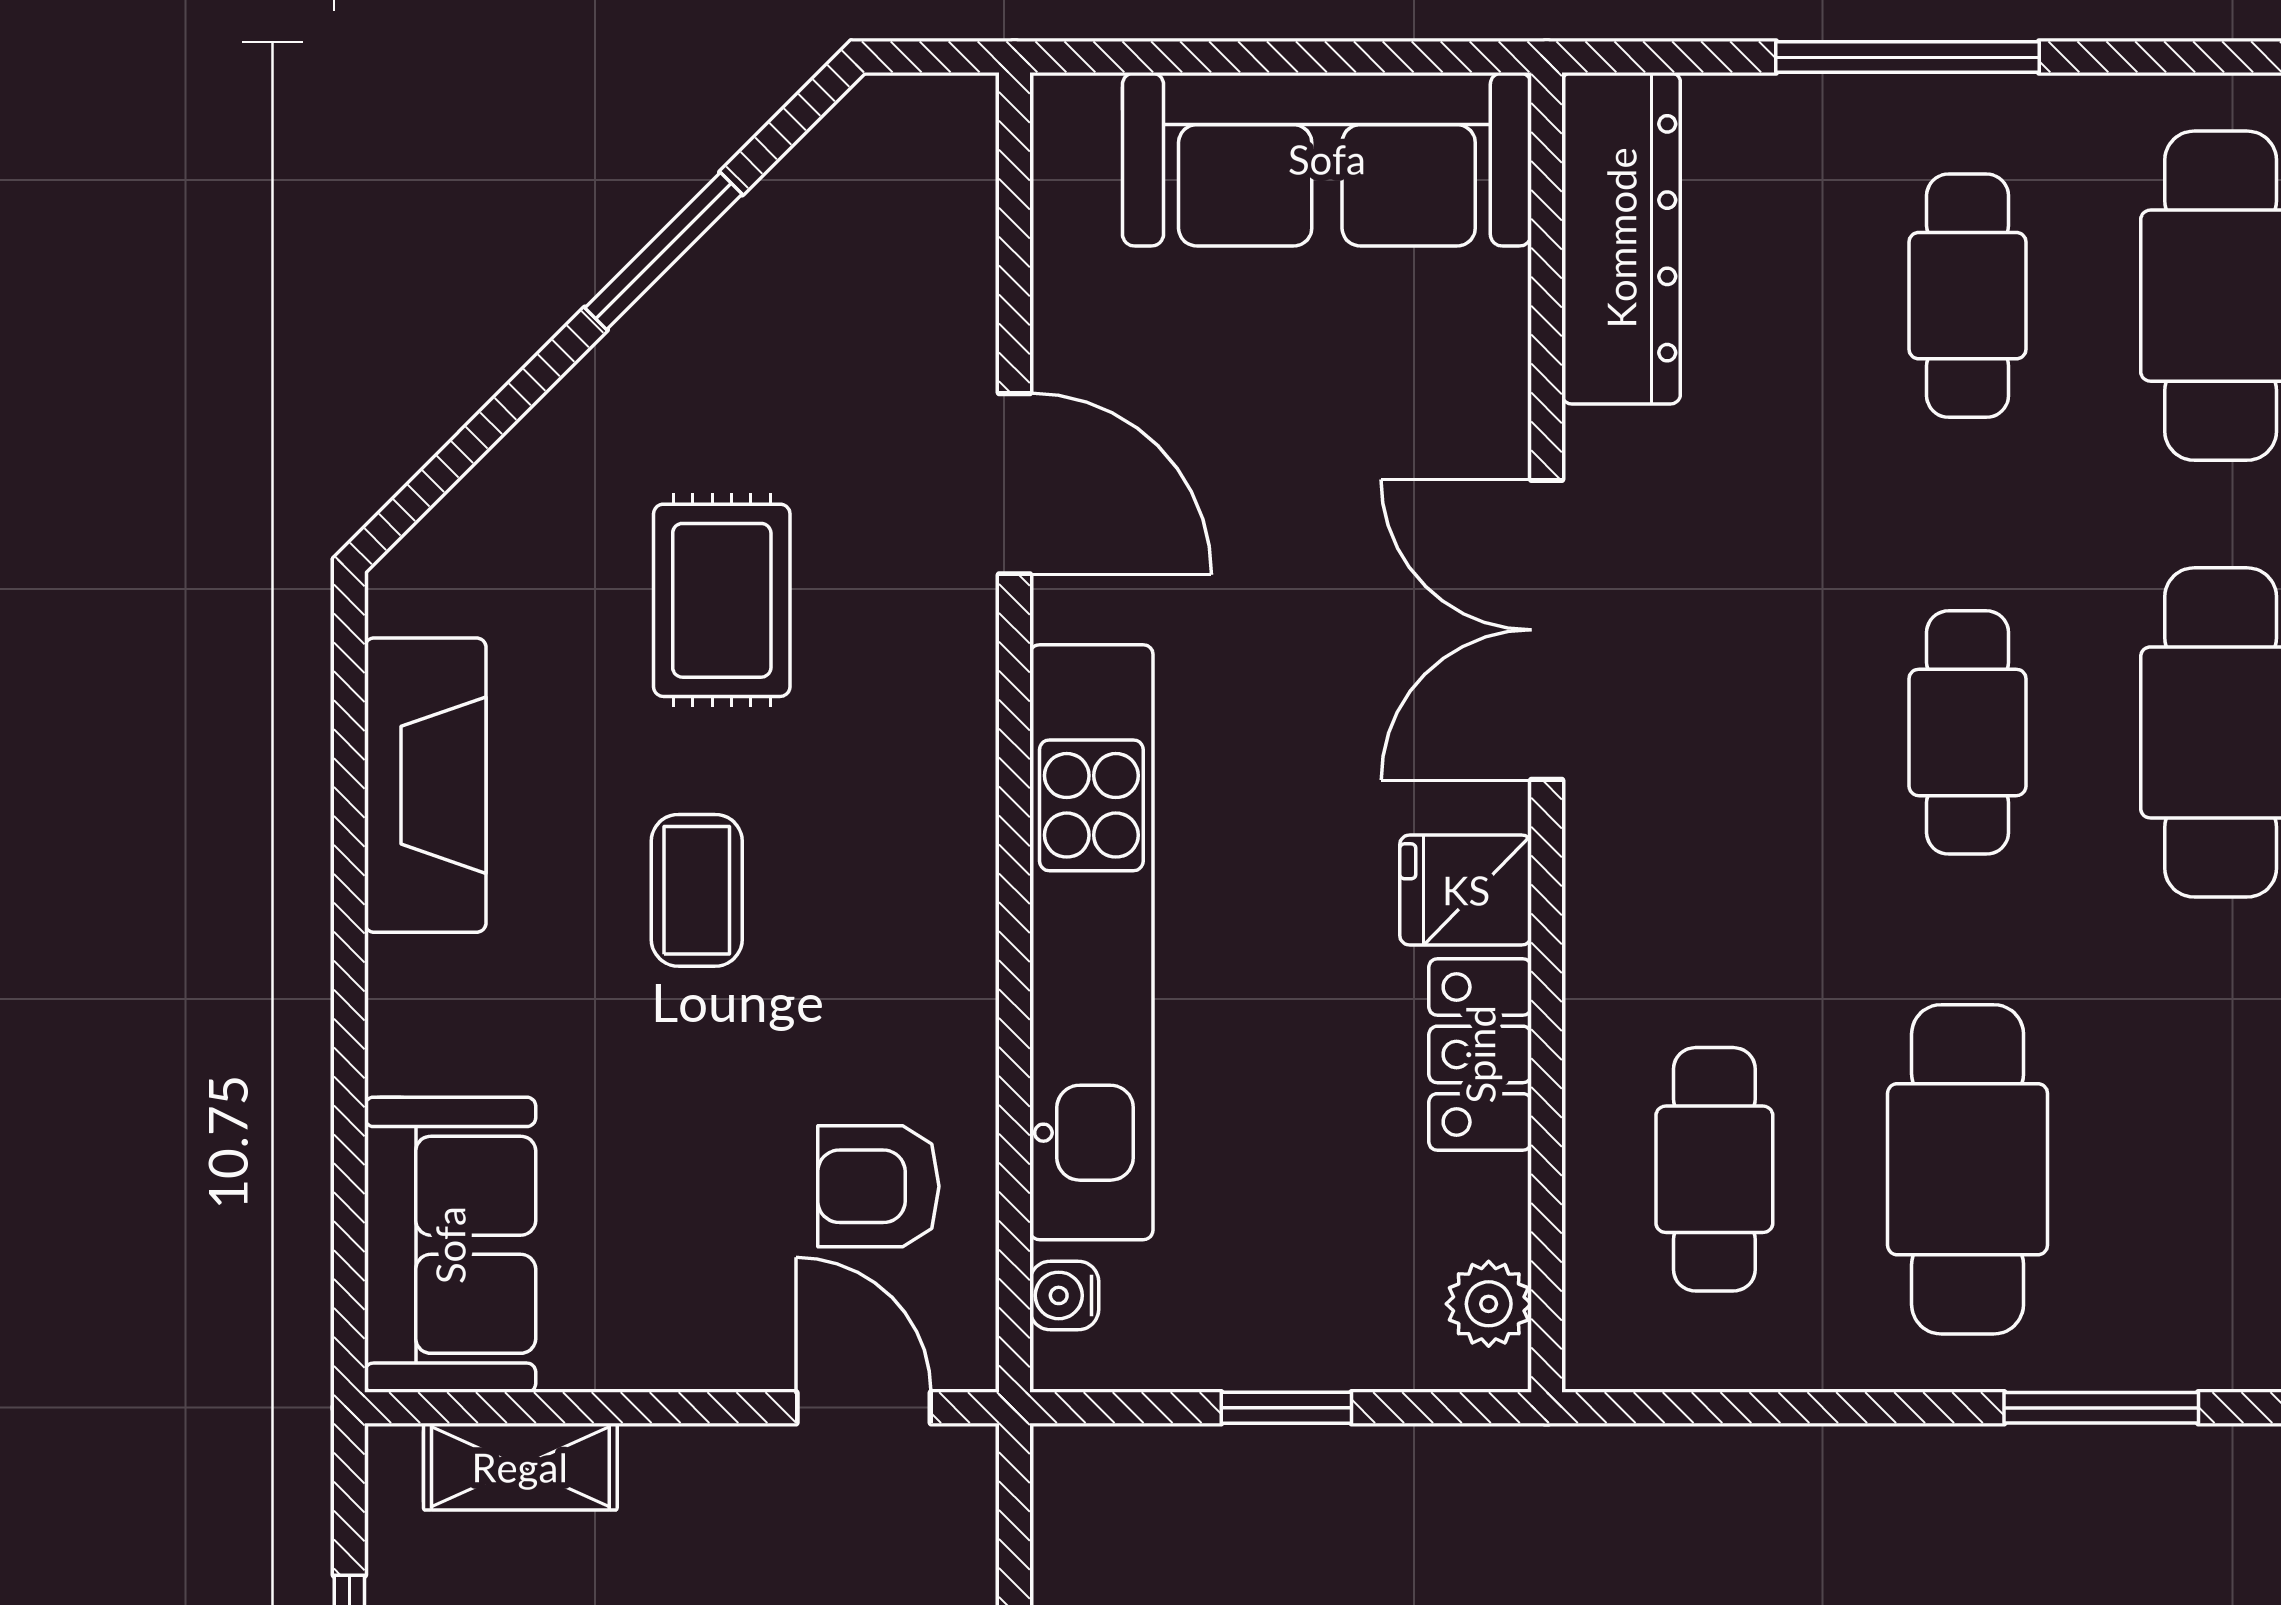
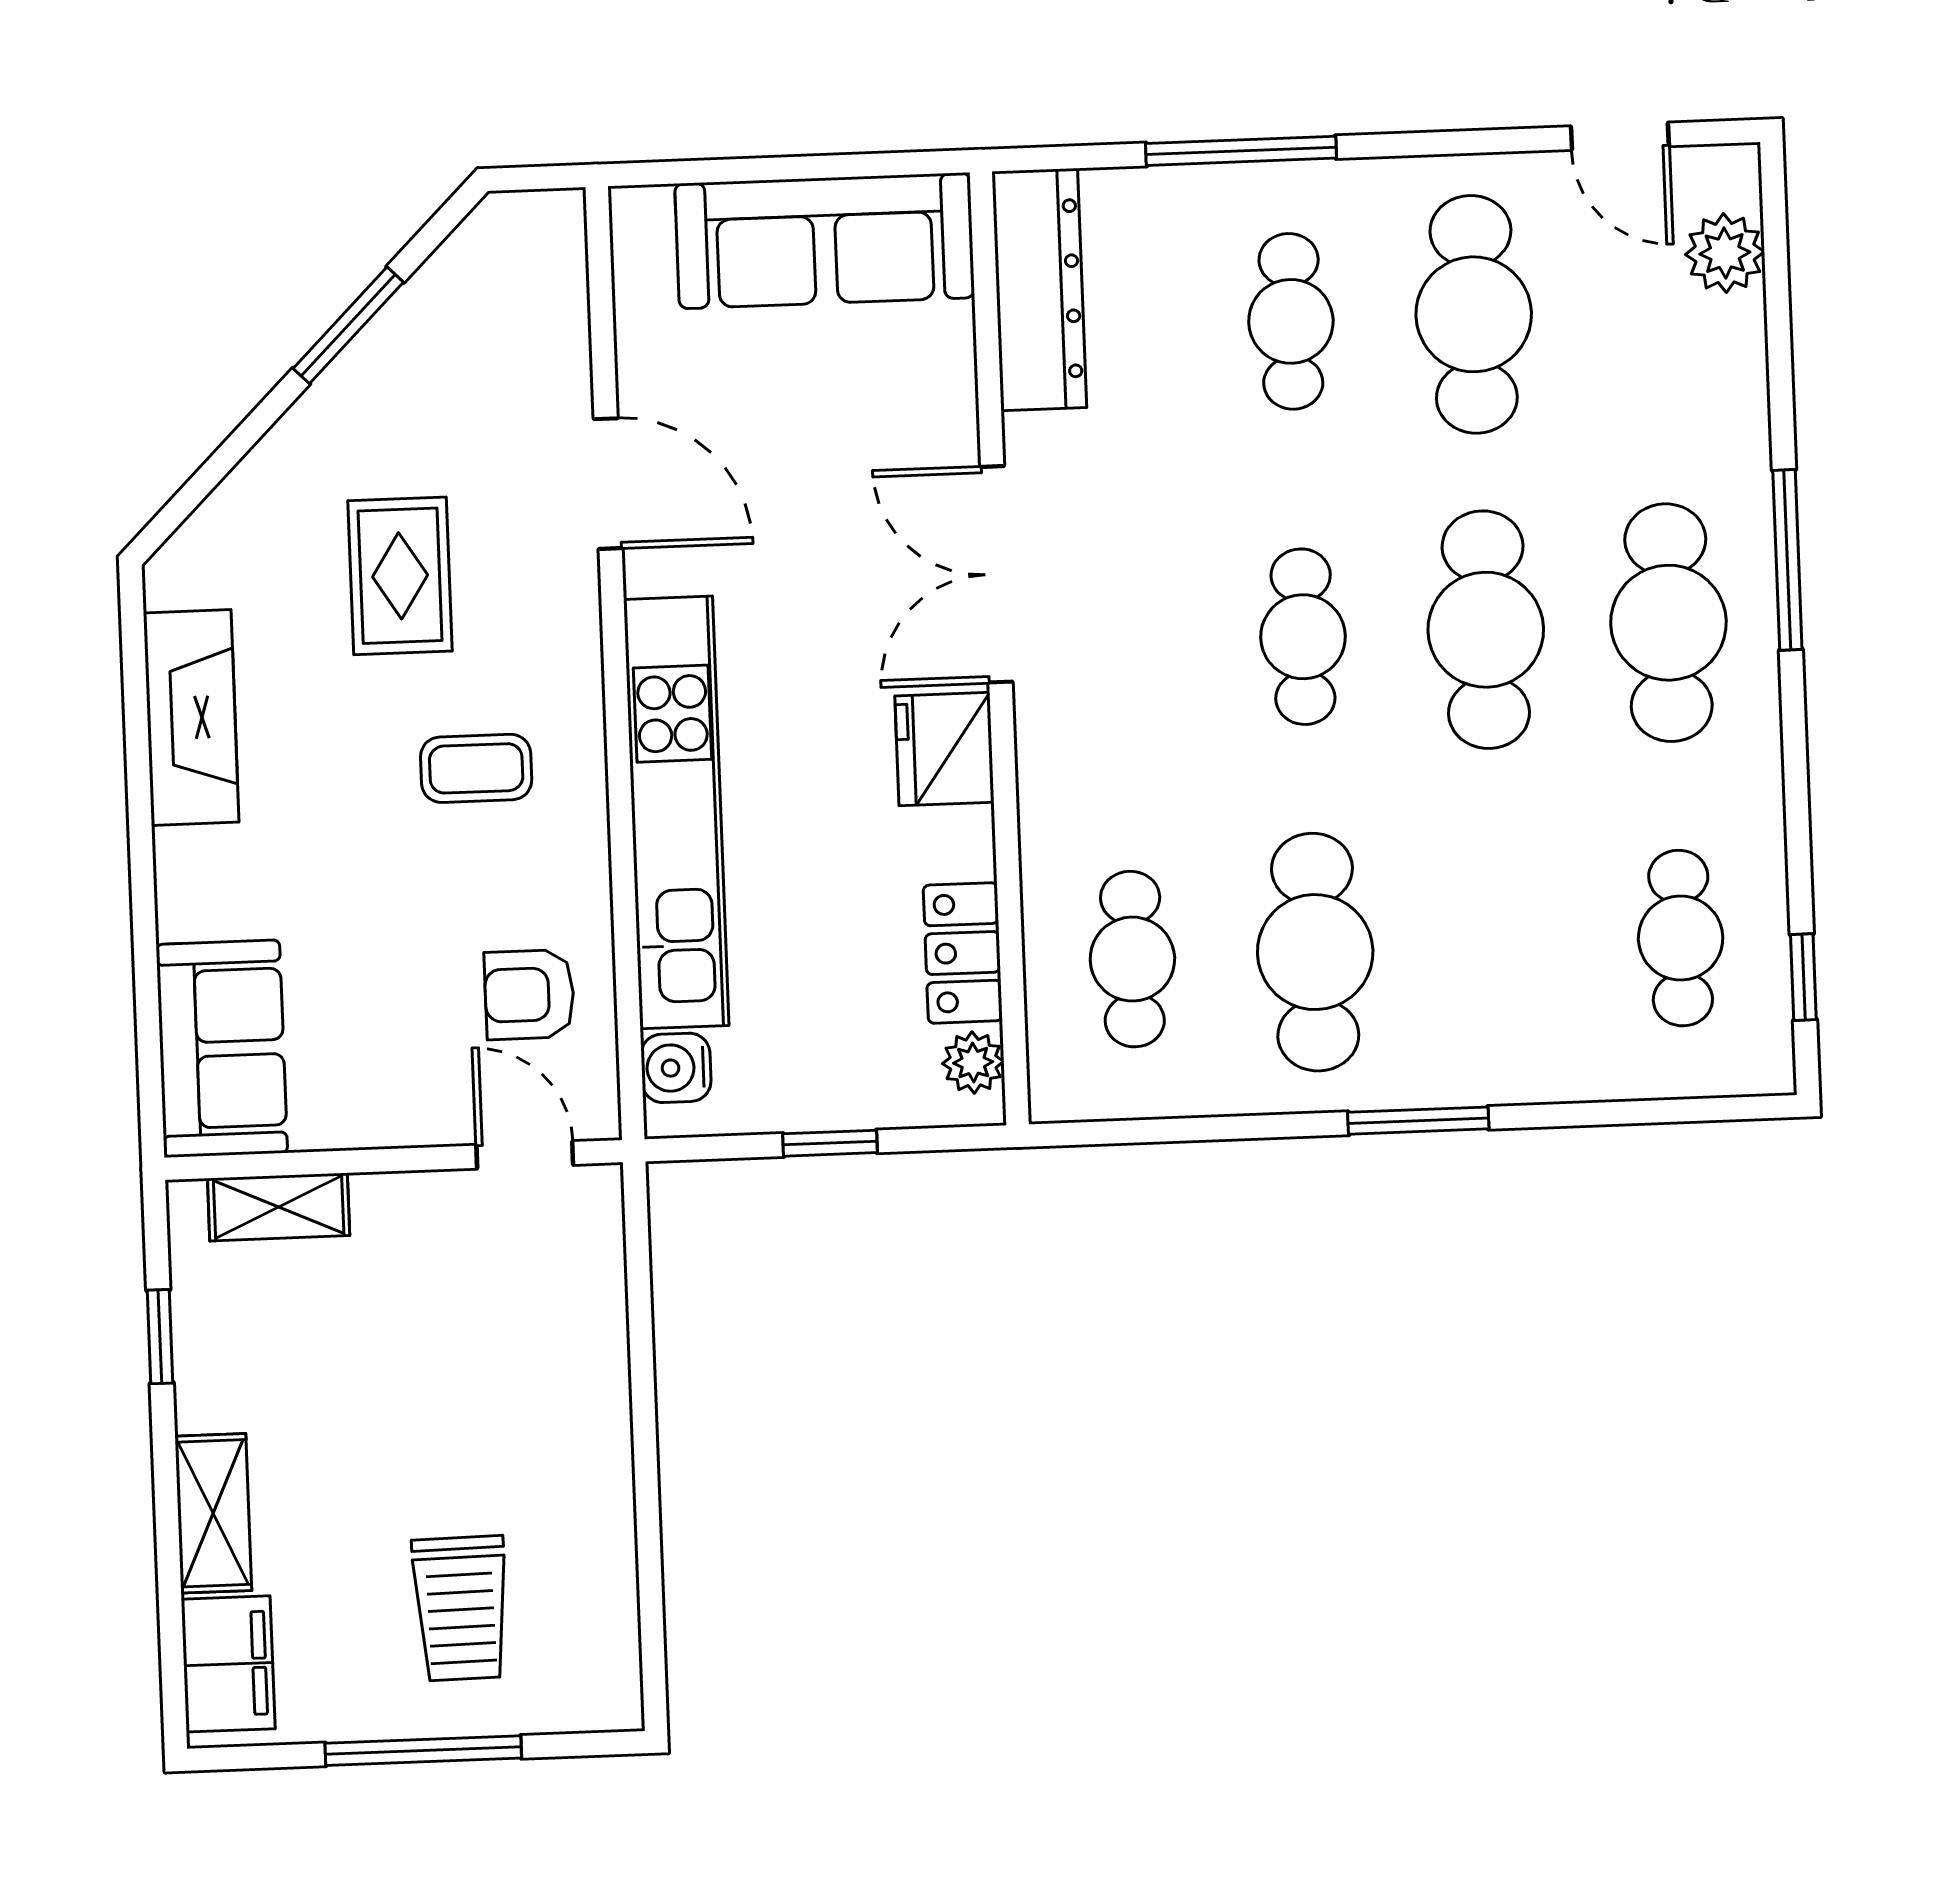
coffee table: (697, 890) -> (476, 768), moved, turned 90
fridge: (1466, 890) -> (944, 749), width x1.38
locker: (1480, 1054) -> (963, 953), moved
water cooler: (1064, 1295) -> (676, 1068), width x1.38, depth x1.38

